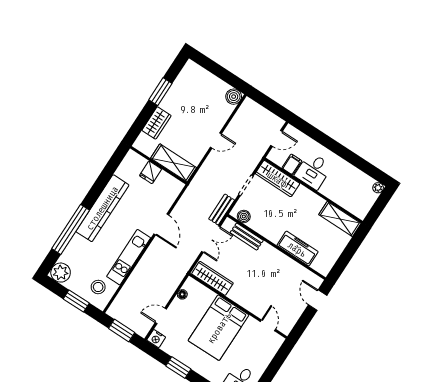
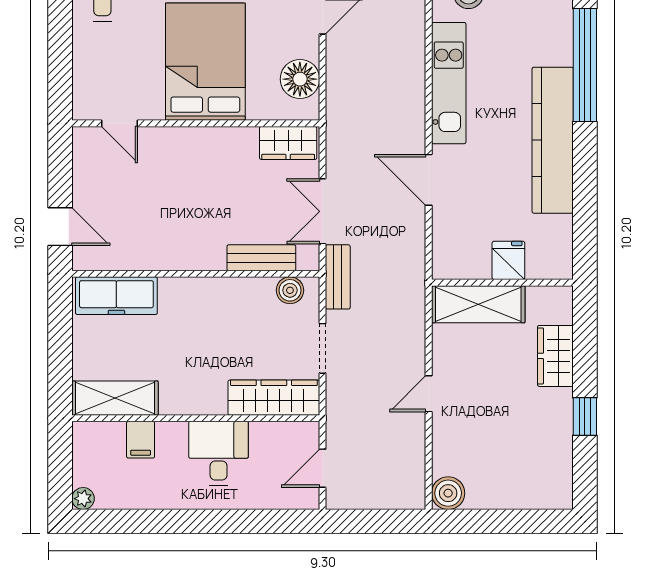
window: (160, 92) -> (585, 417), width x0.67
filing cabinet: (292, 164) -> (141, 440), moved
freezer: (297, 249) -> (116, 296), moved
wardrobe: (212, 278) -> (288, 143), width x0.67
floor lamp: (182, 294) -> (300, 79), width x1.89, depth x1.89

